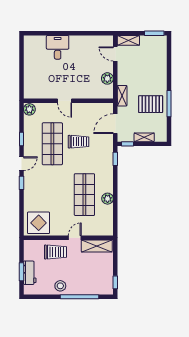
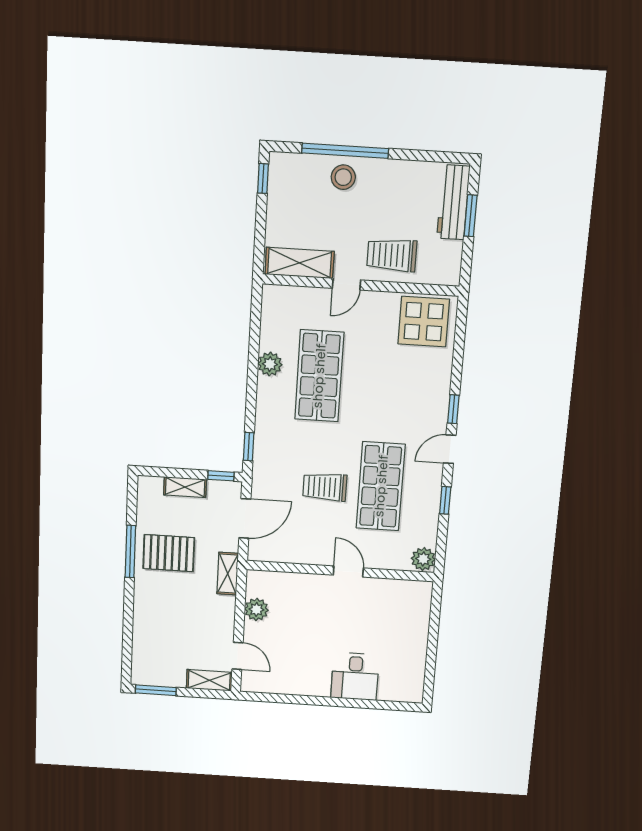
workbench: (30, 273) -> (453, 202), width x1.38
stool: (60, 286) -> (343, 177), moved

